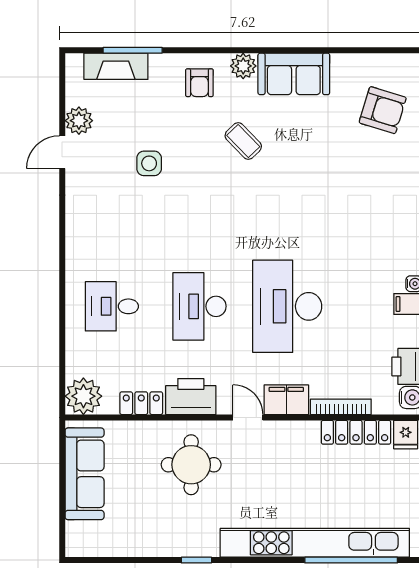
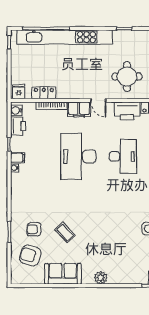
sofa: (294, 74) -> (63, 274), moved
armchair: (199, 83) -> (34, 229), moved, turned -90
coffee table: (243, 141) -> (65, 233), moved
desk: (287, 306) -> (78, 156), turned 180
locker: (356, 432) -> (44, 93), width x0.66

